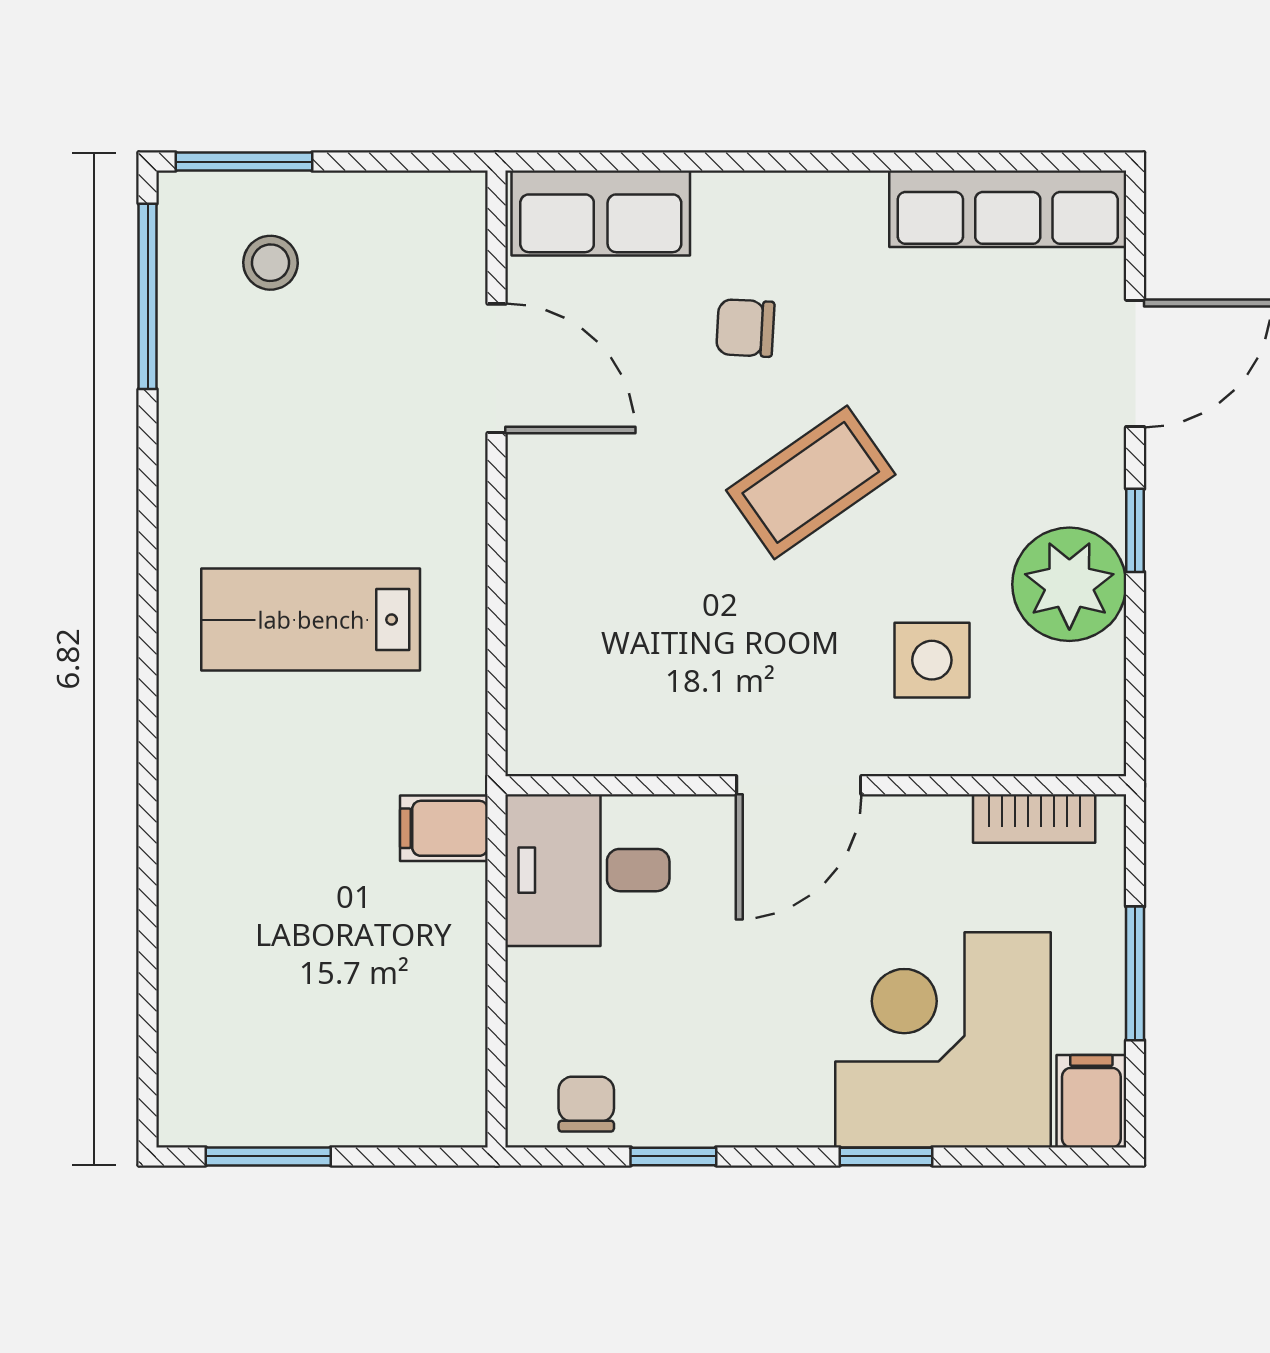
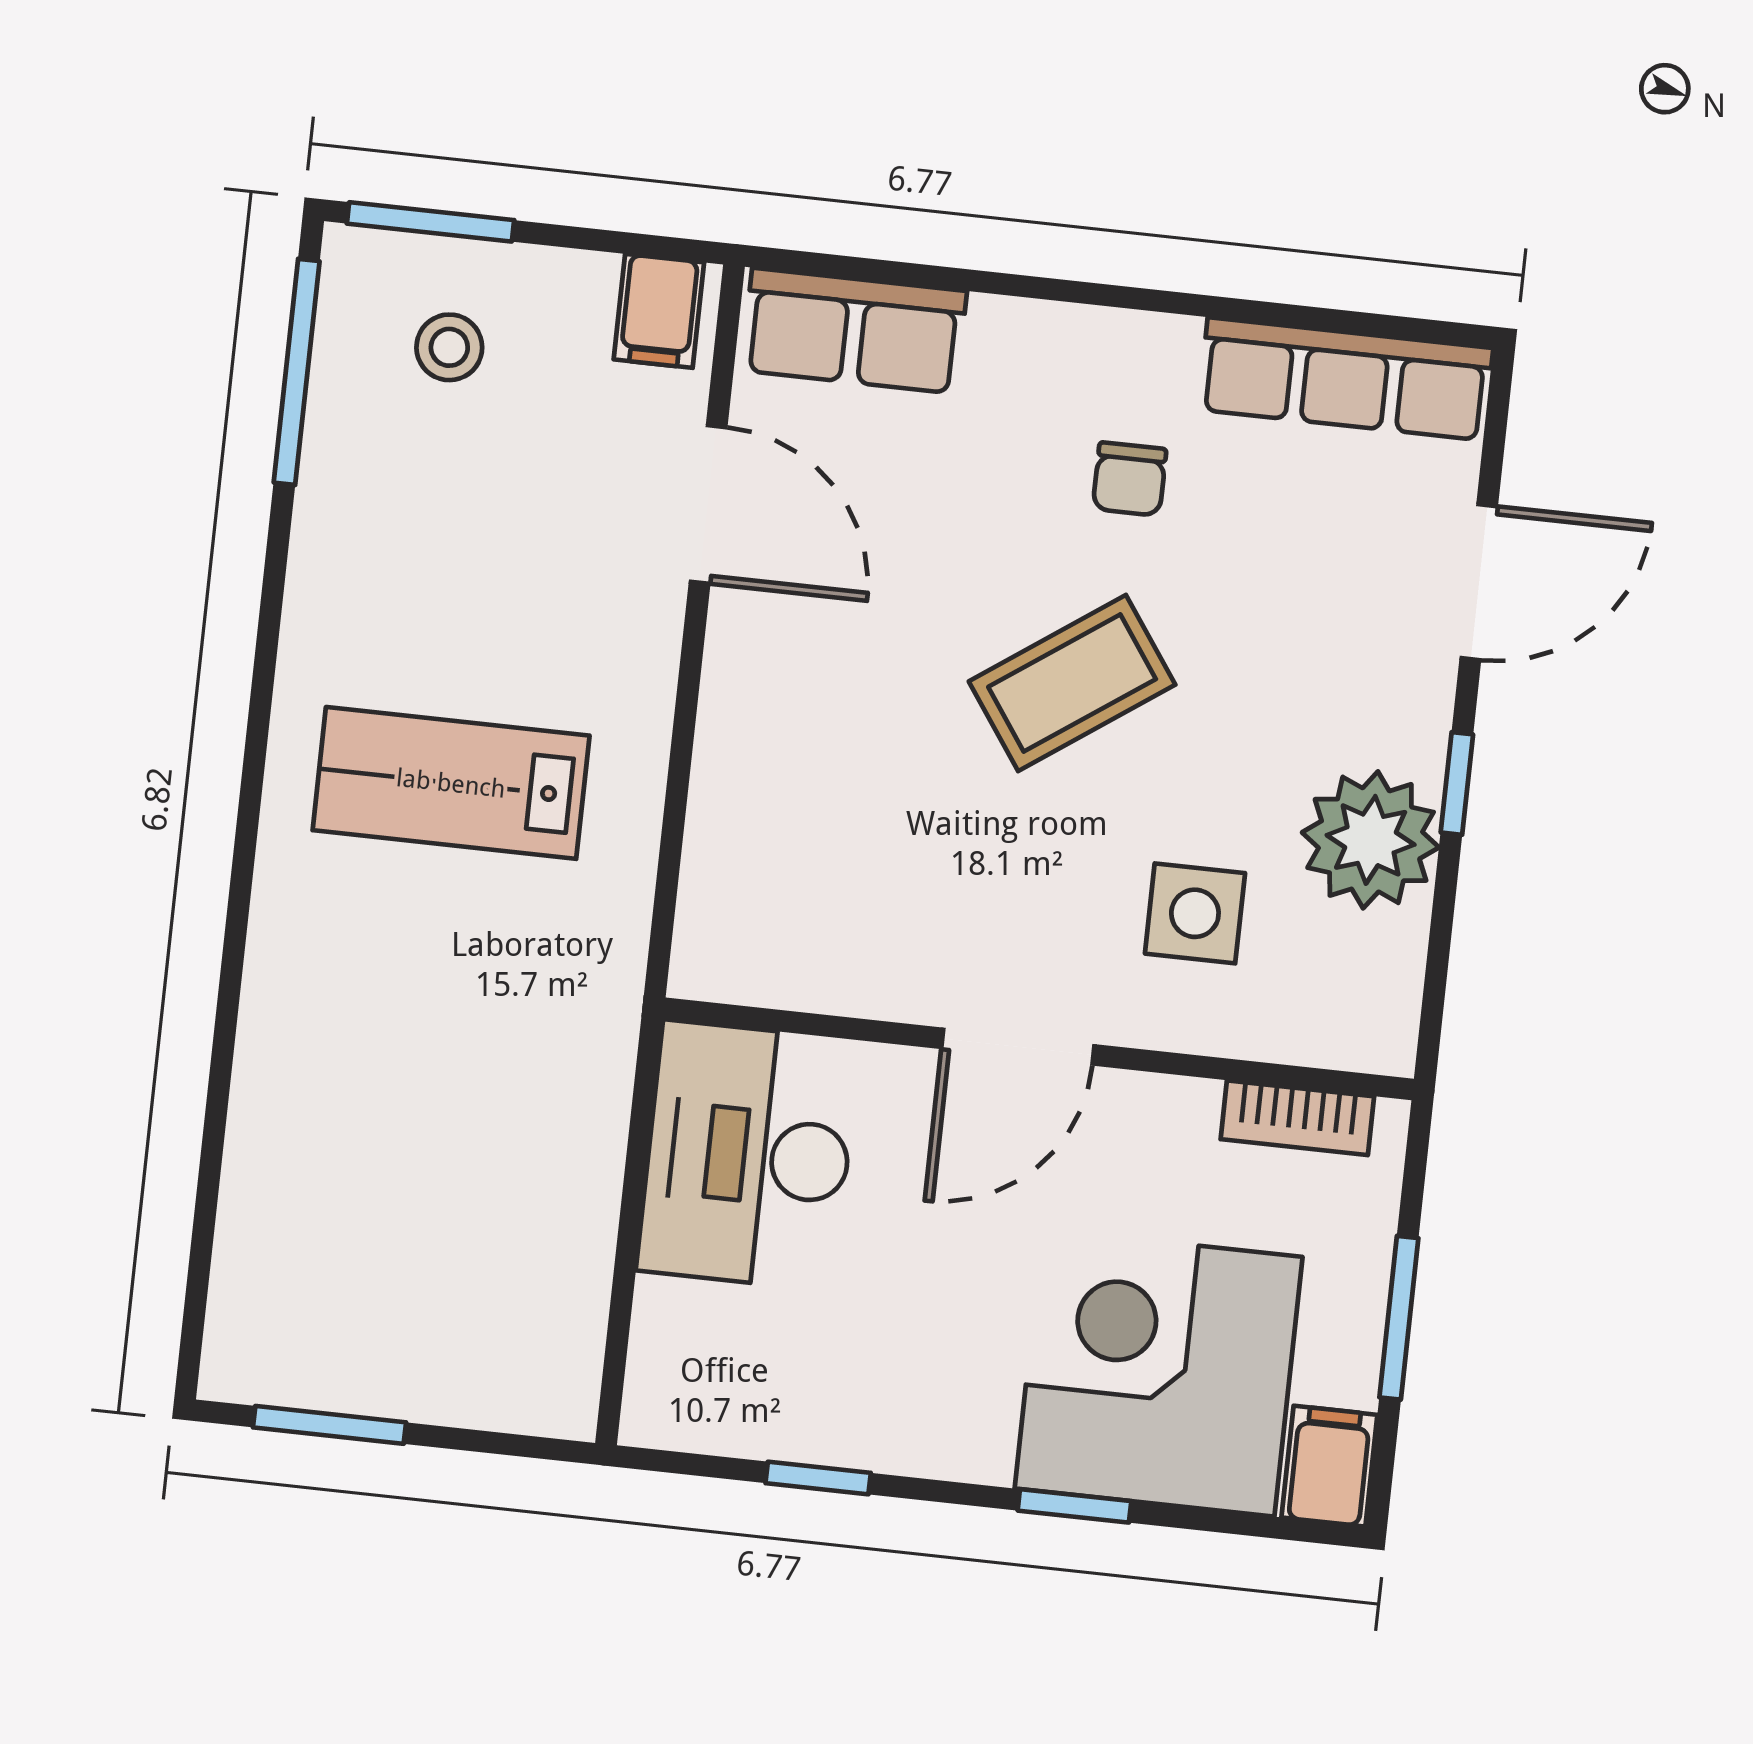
chair: (745, 328) -> (1129, 479), moved, turned -93
filing cabinet: (444, 828) -> (659, 311), moved, turned -90
desk: (587, 870) -> (748, 1155), width x1.37
chair: (586, 1104) -> (720, 1403), removed

